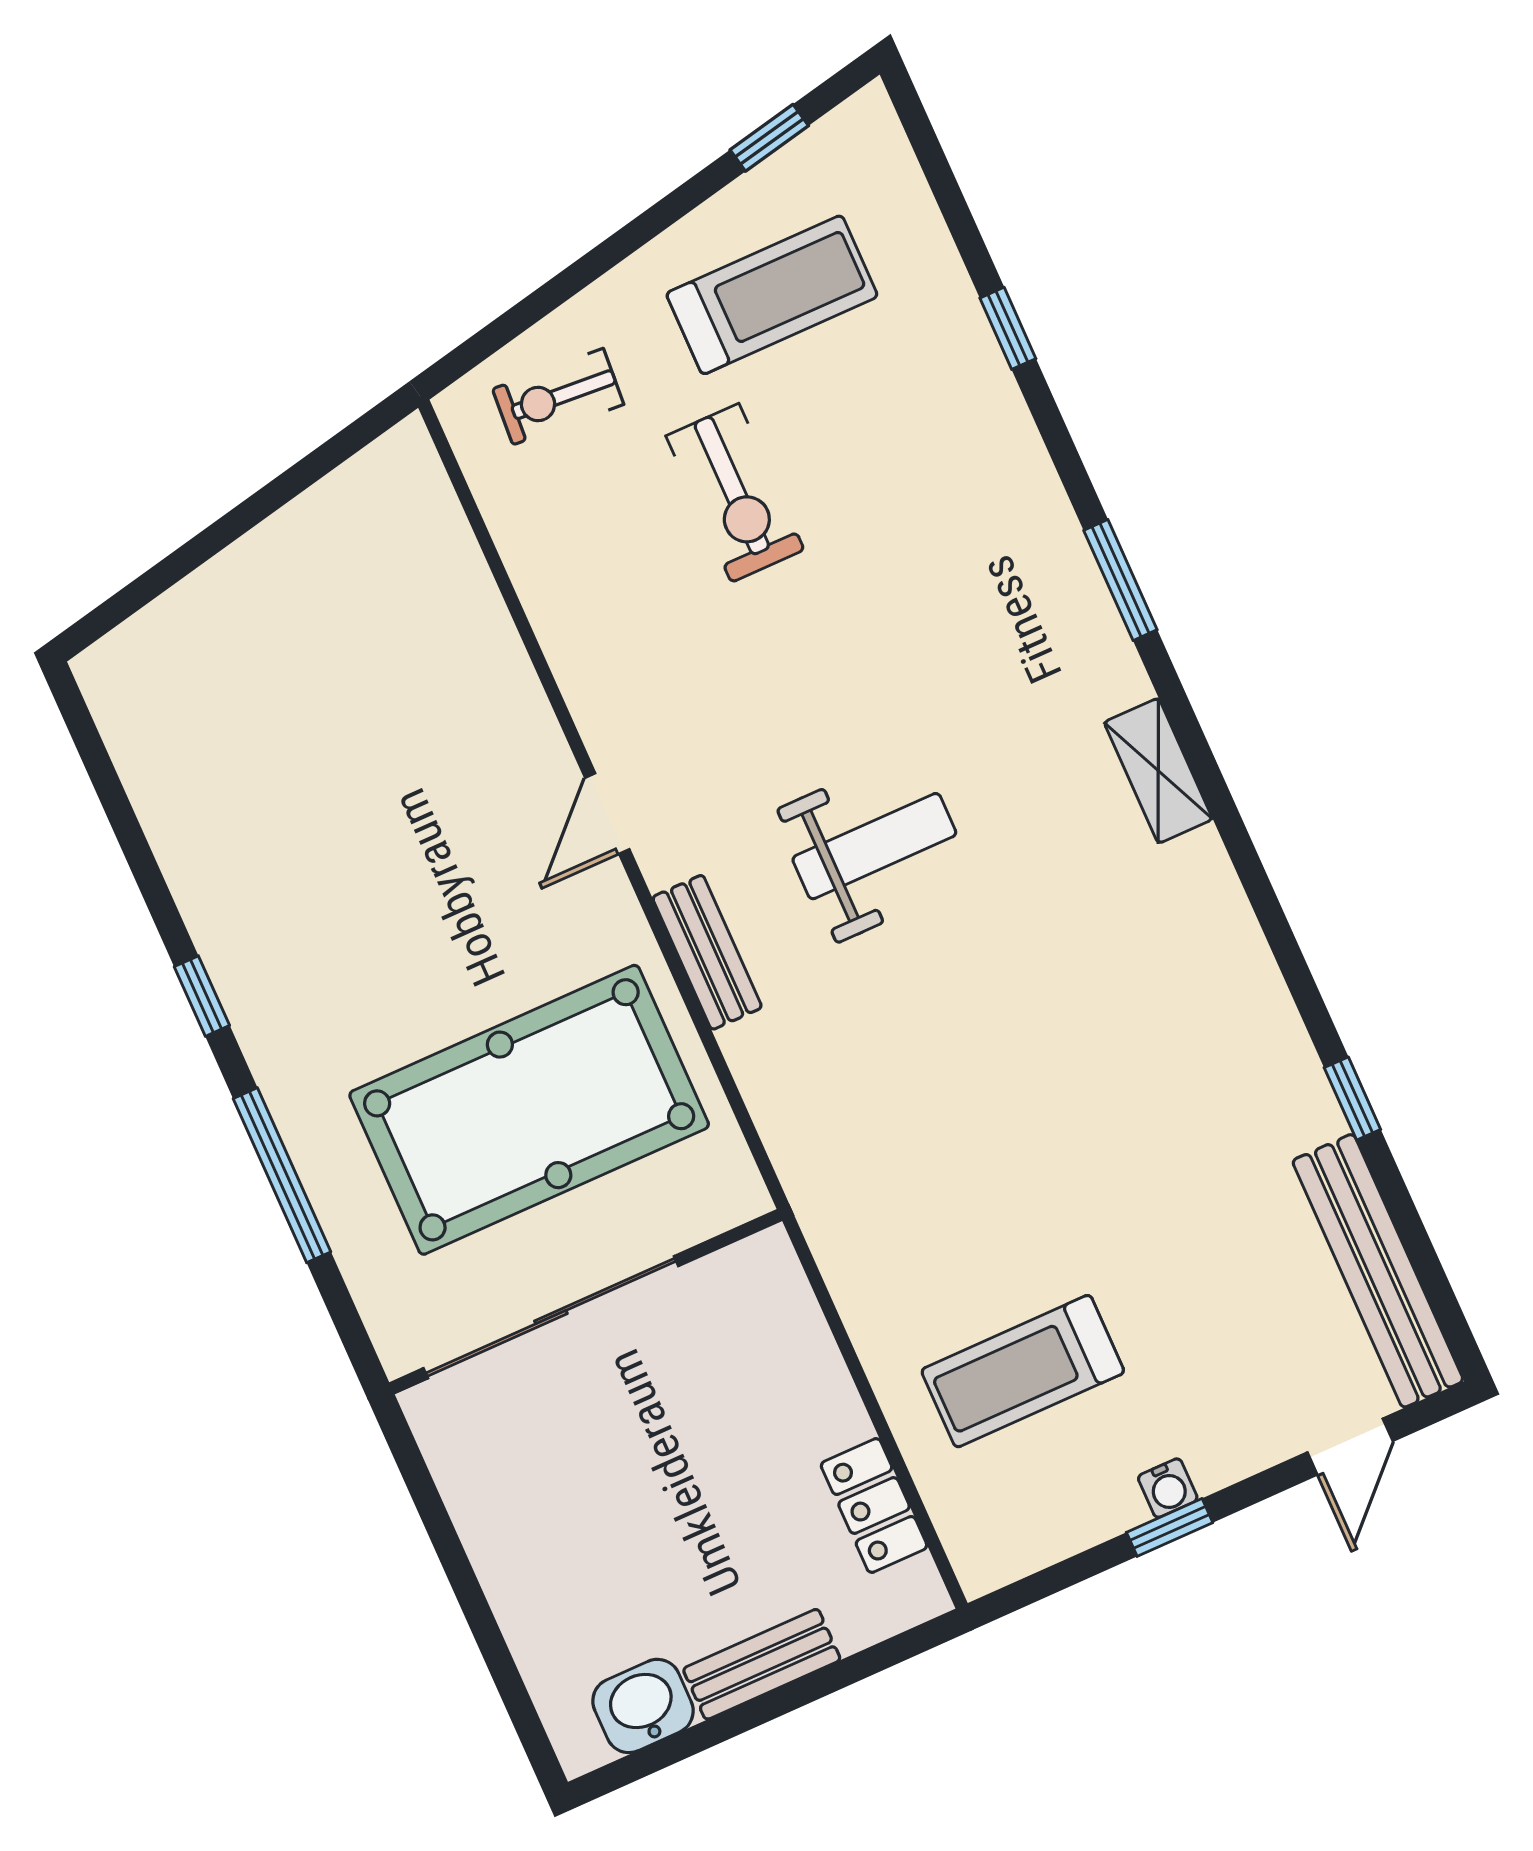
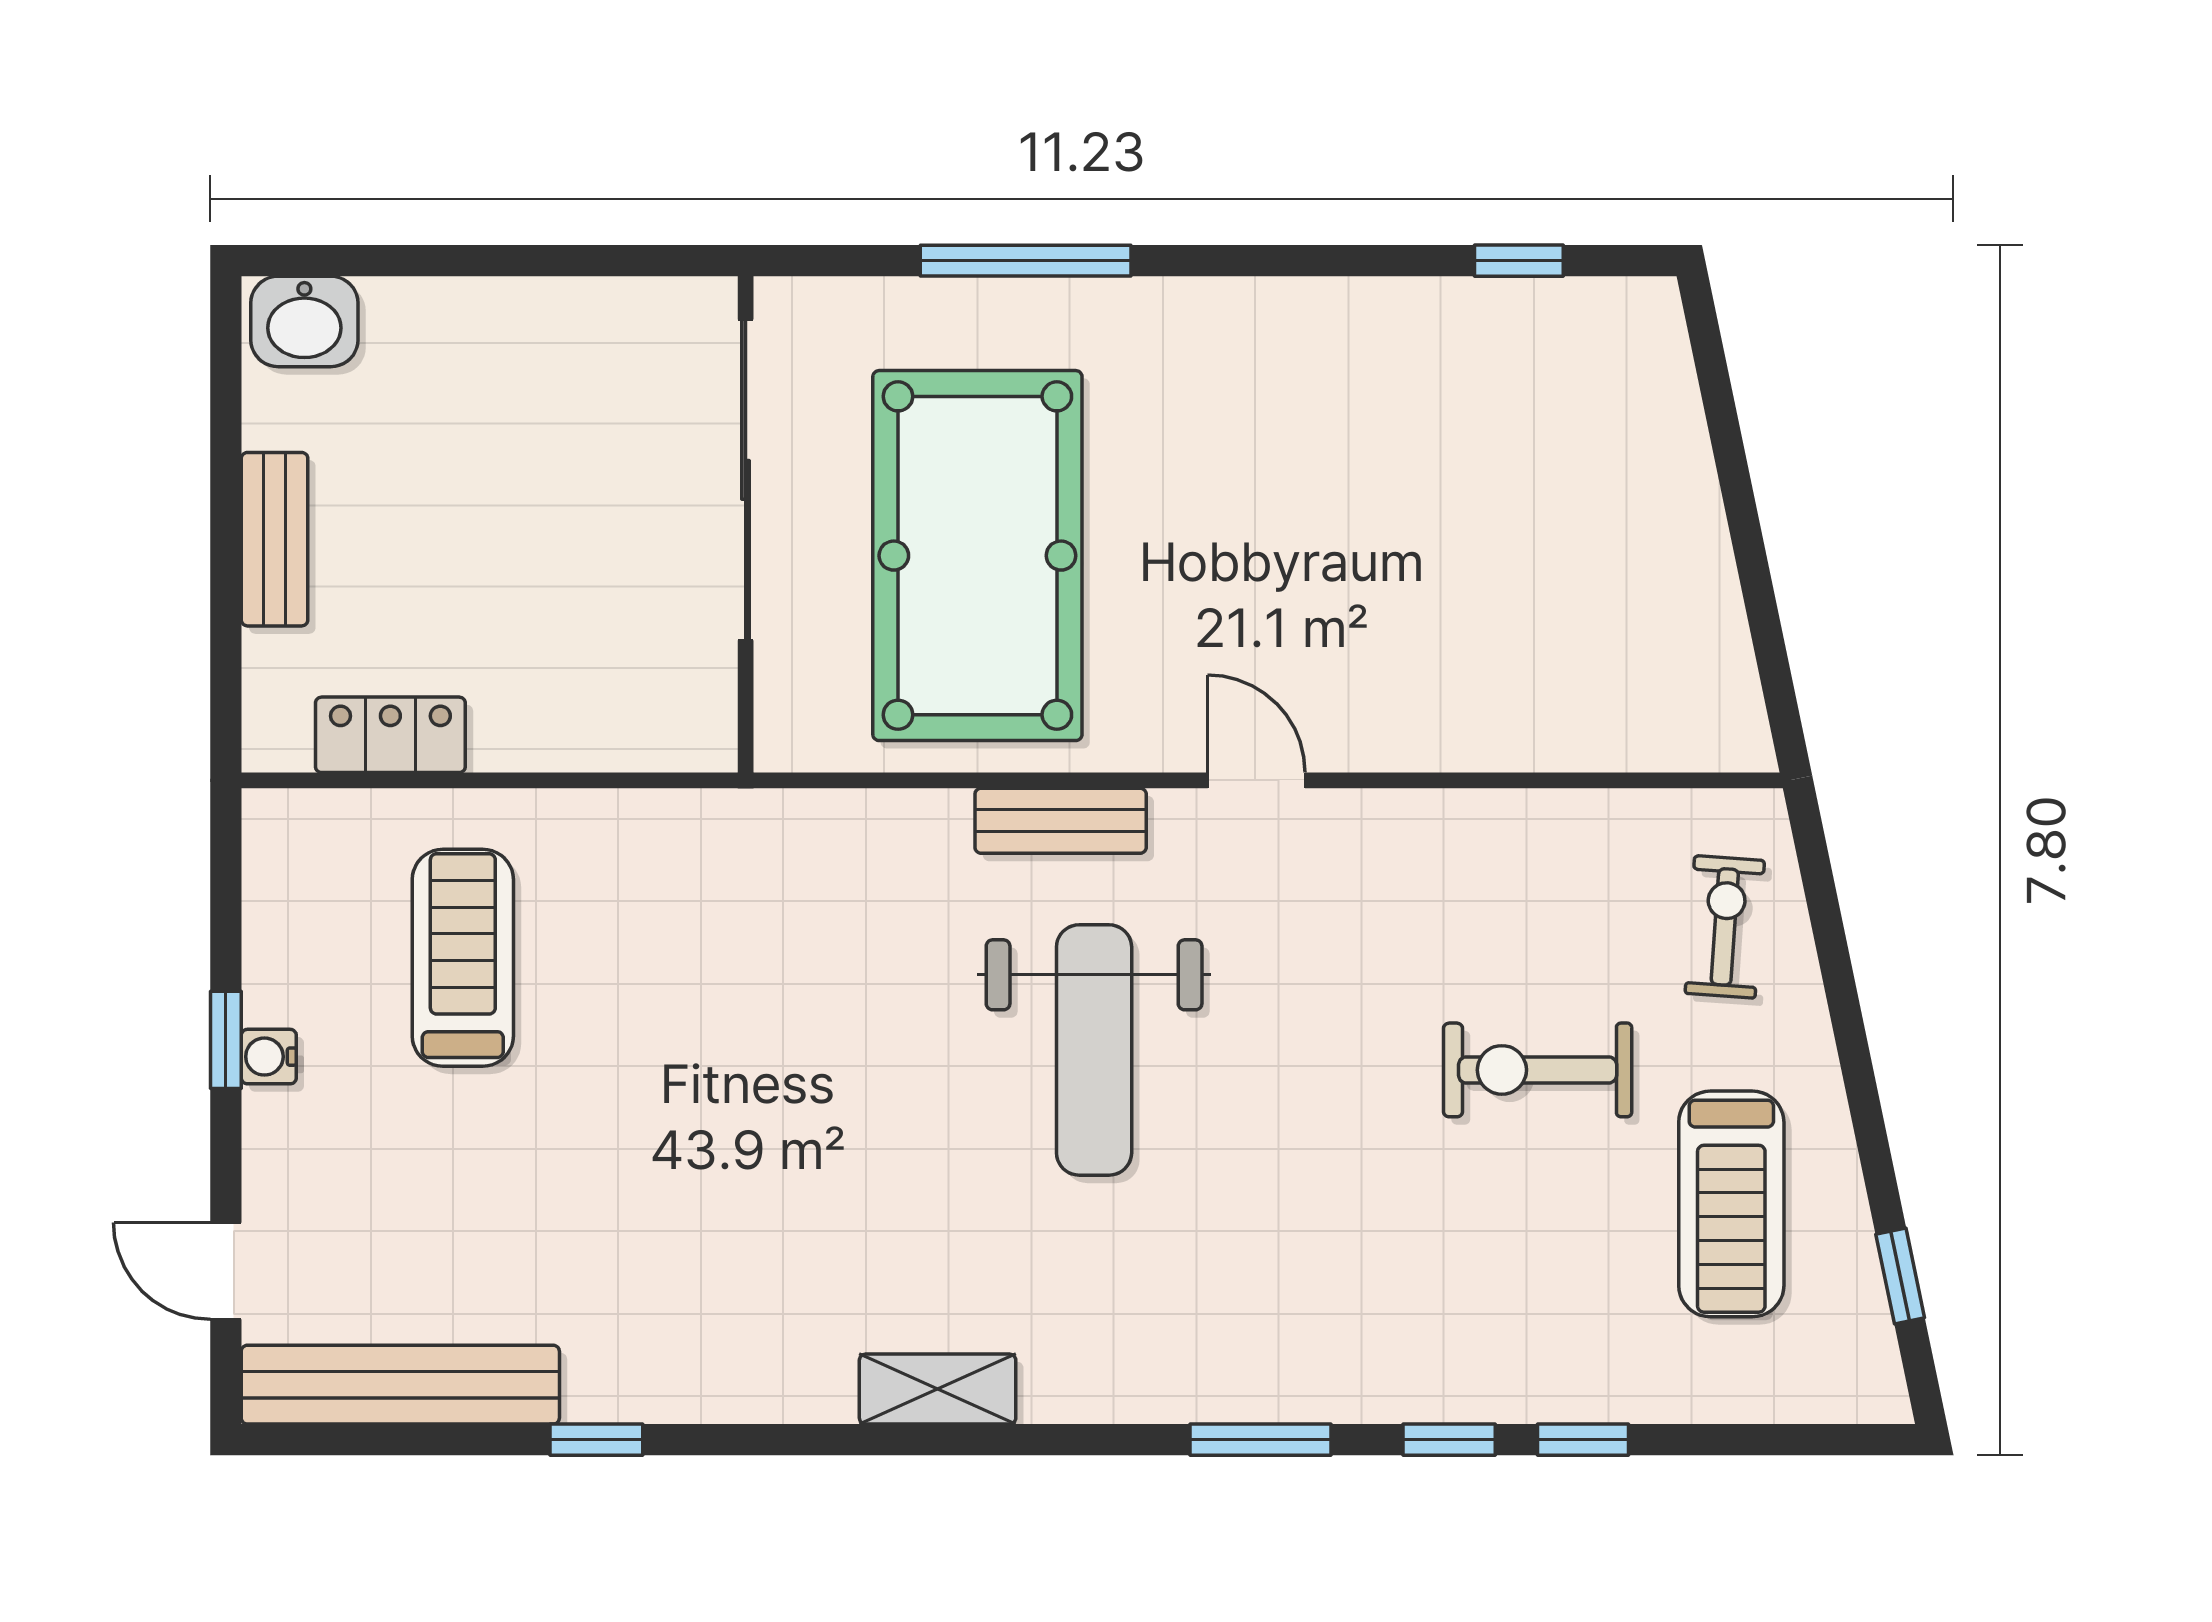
window: (1055, 433) -> (1449, 1440), added
shelving: (1158, 771) -> (938, 1389), moved
weight bench: (874, 846) -> (1094, 1050), width x1.36, depth x1.33
window: (202, 996) -> (1519, 261), moved
washbasin: (643, 1706) -> (304, 321), moved, turned 90

